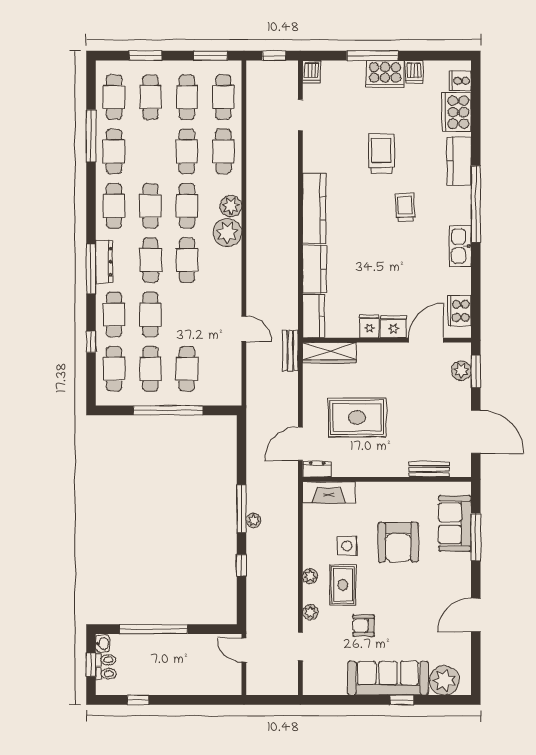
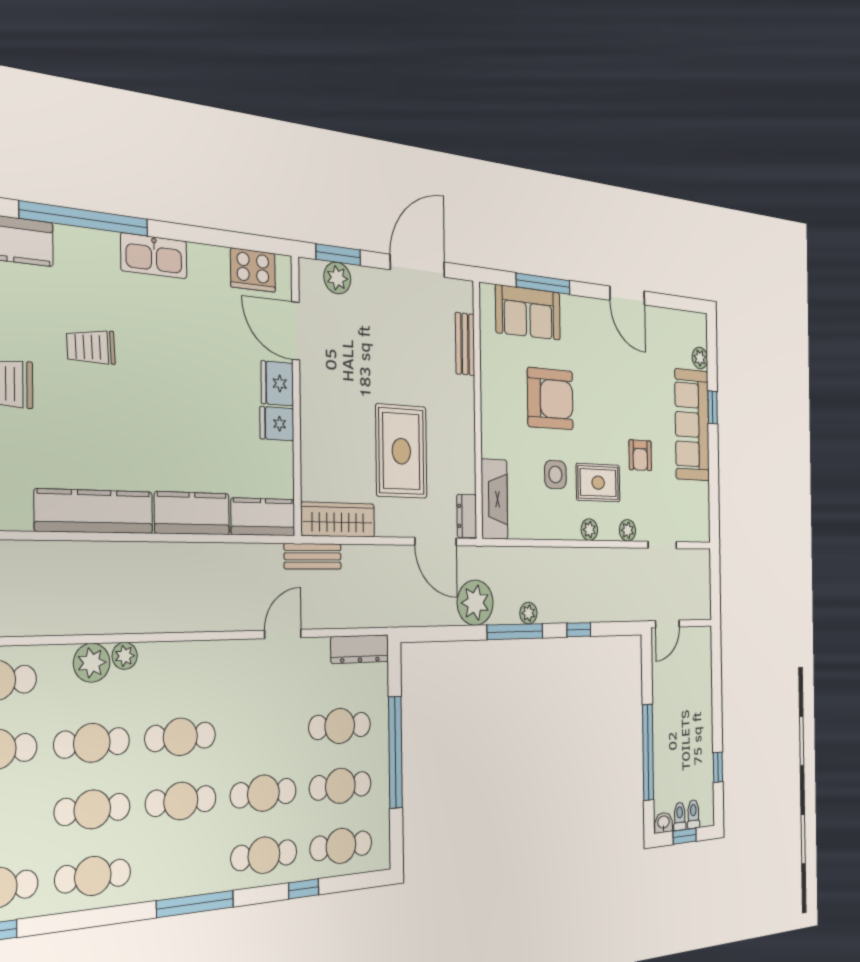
plant: (227, 233) -> (125, 656), width x0.53, depth x0.53
dresser: (104, 262) -> (360, 649), moved, turned 180
wardrobe: (329, 353) -> (338, 520), moved, turned -90
plant: (261, 475) -> (475, 603), added
plant: (444, 680) -> (700, 358), width x0.53, depth x0.53

